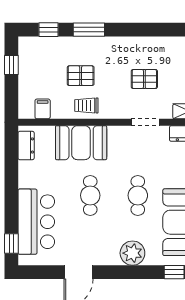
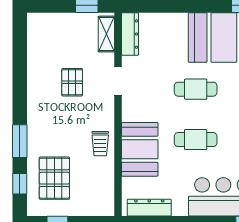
pallet: (81, 76) -> (54, 178), moved, width x1.50, depth x1.42
filing cabinet: (43, 109) -> (104, 190), removed
dresser: (26, 145) -> (149, 208), width x1.44

